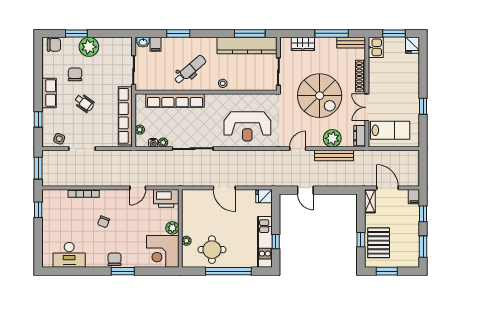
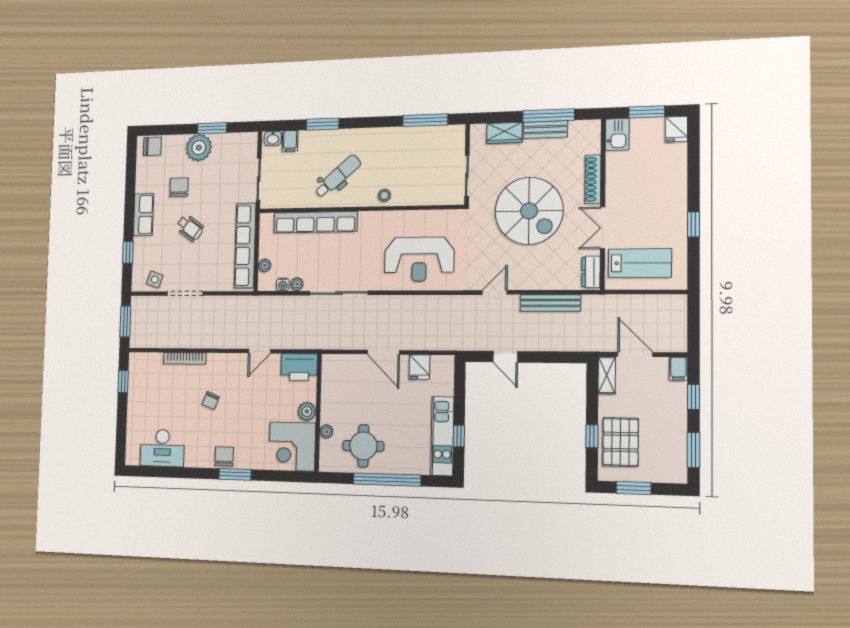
window: (76, 33) -> (212, 128), moved
bench: (351, 43) -> (545, 130), moved
kitchen counter: (247, 46) -> (421, 138), removed
plant: (332, 138) -> (548, 276), removed
fridge: (264, 196) -> (419, 367), moved, turned -90

